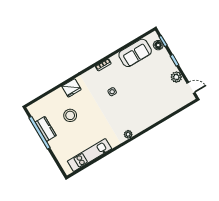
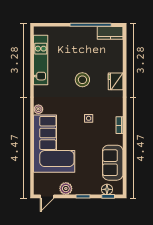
corner sofa: (147, 106) -> (54, 144), added
stool: (70, 115) -> (82, 80), moved
kitchen counter: (46, 129) -> (110, 33), moved

